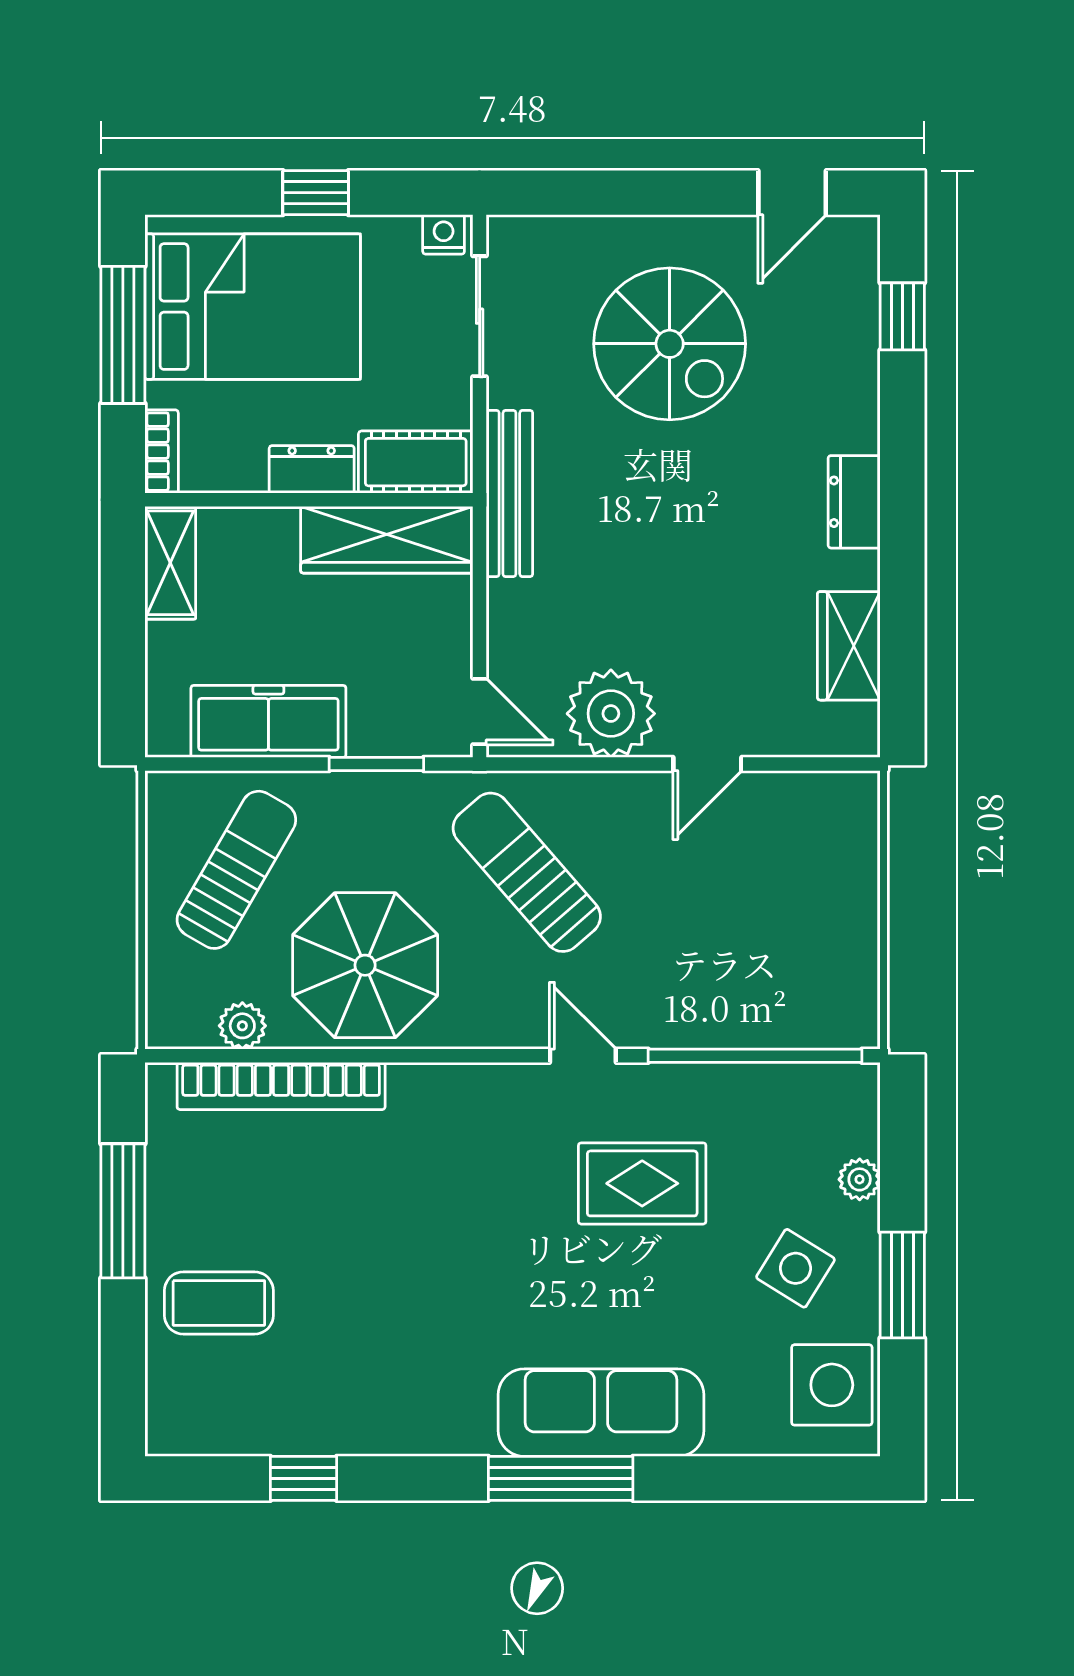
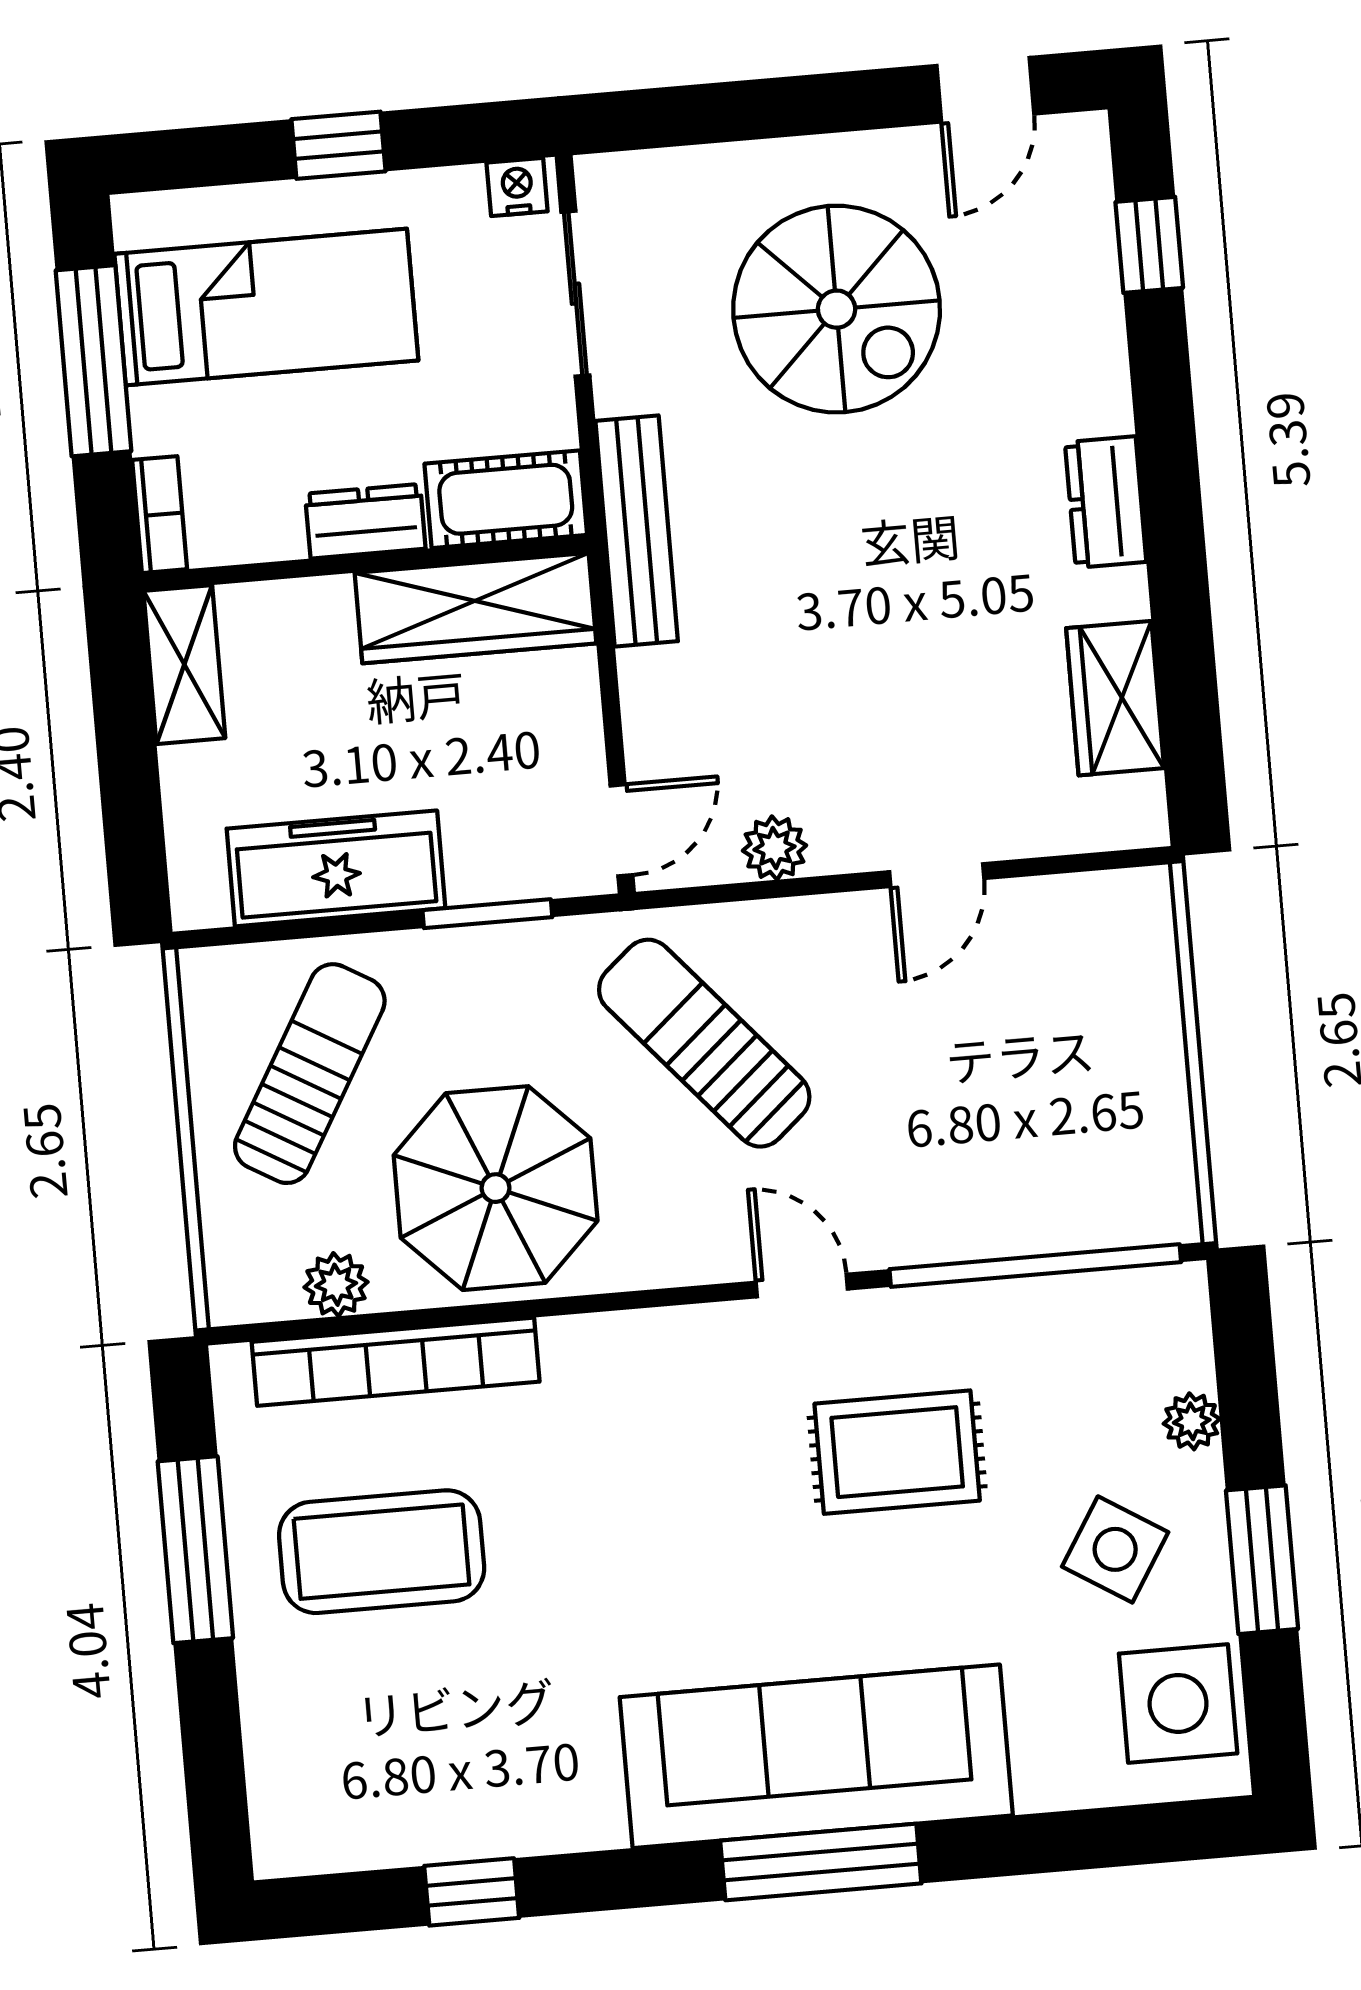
bed: (253, 307) -> (266, 307), width x0.67
door: (480, 712) -> (621, 830), hinge flipped
plant: (611, 714) -> (774, 848), width x0.53, depth x0.53
coffee table: (219, 1303) -> (382, 1552), moved, width x1.36, depth x1.32
sofa: (601, 1413) -> (816, 1756), width x1.36, depth x1.27

